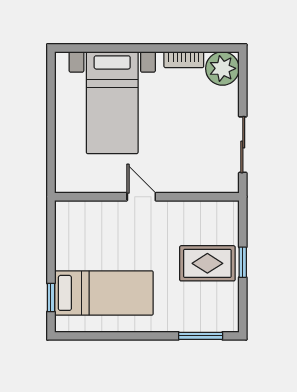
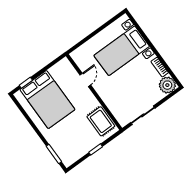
door: (141, 197) -> (85, 80), moved
rug: (207, 263) -> (101, 121), moved
bed: (104, 293) -> (47, 99), width x1.50

